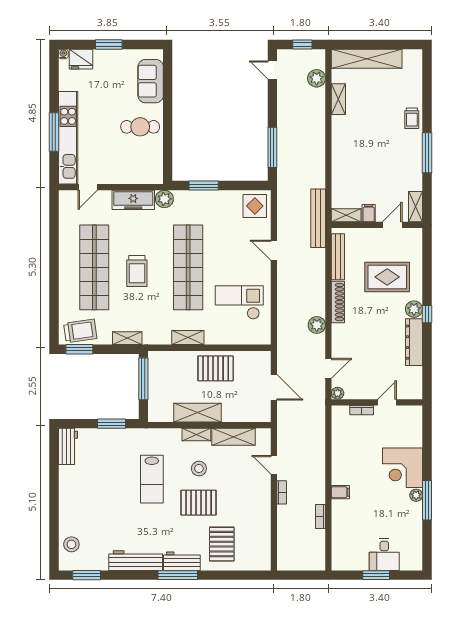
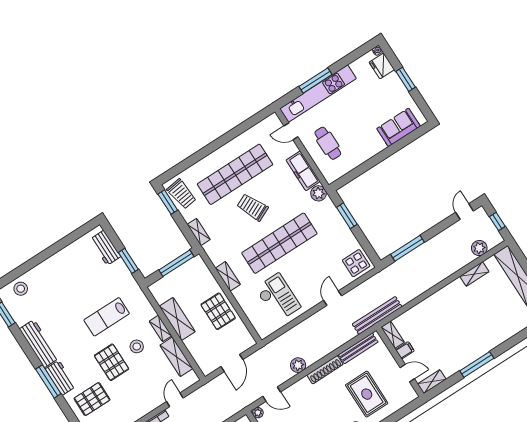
trolley: (412, 118) -> (495, 337), removed
cafe table: (140, 127) -> (328, 143), moved
trolley: (137, 271) -> (253, 207), turned 65
workbench: (68, 446) -> (105, 248), moved, turned 90

